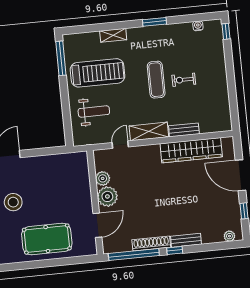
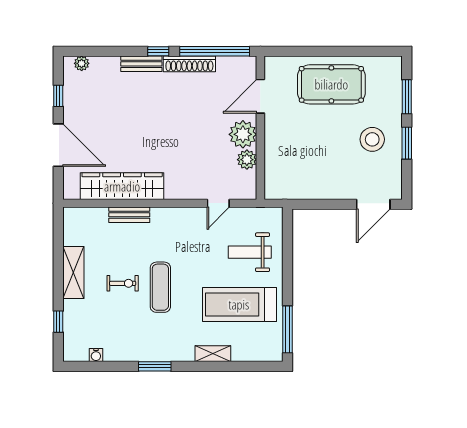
window: (226, 31) -> (58, 322), moved
shelving: (149, 131) -> (73, 272), moved, turned 90

